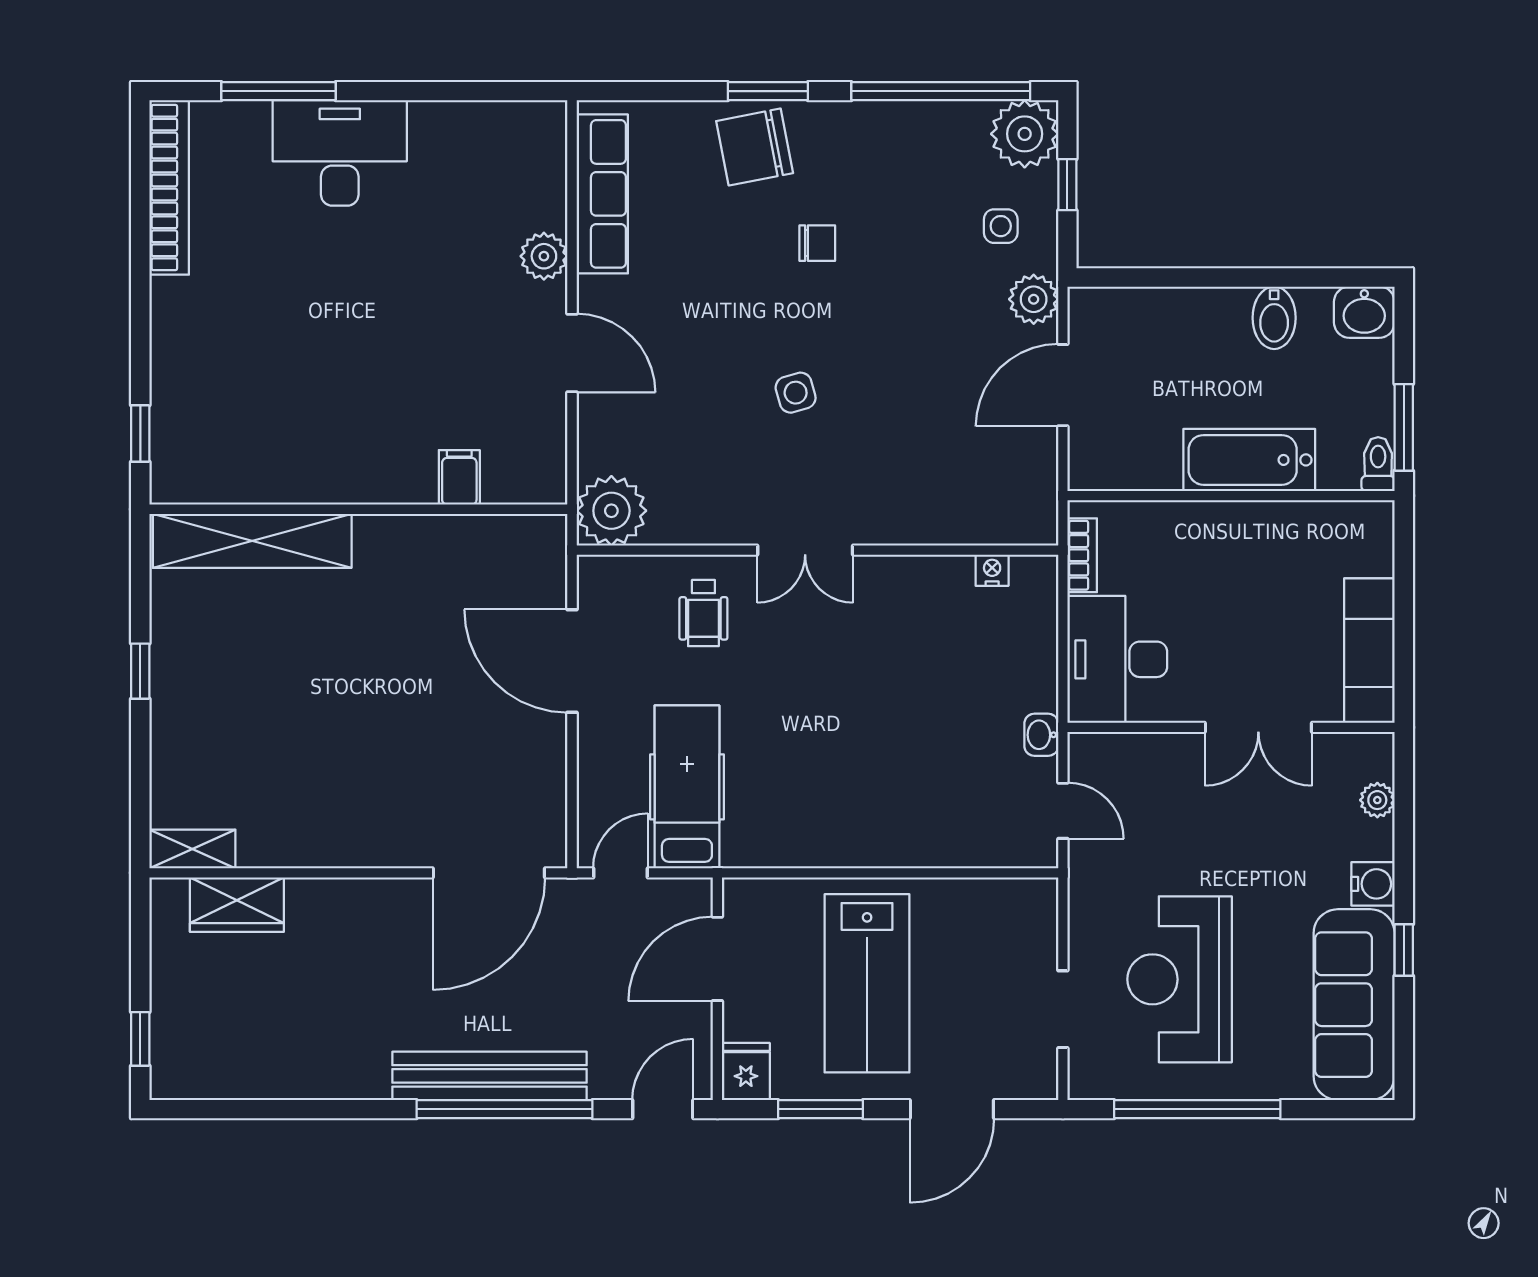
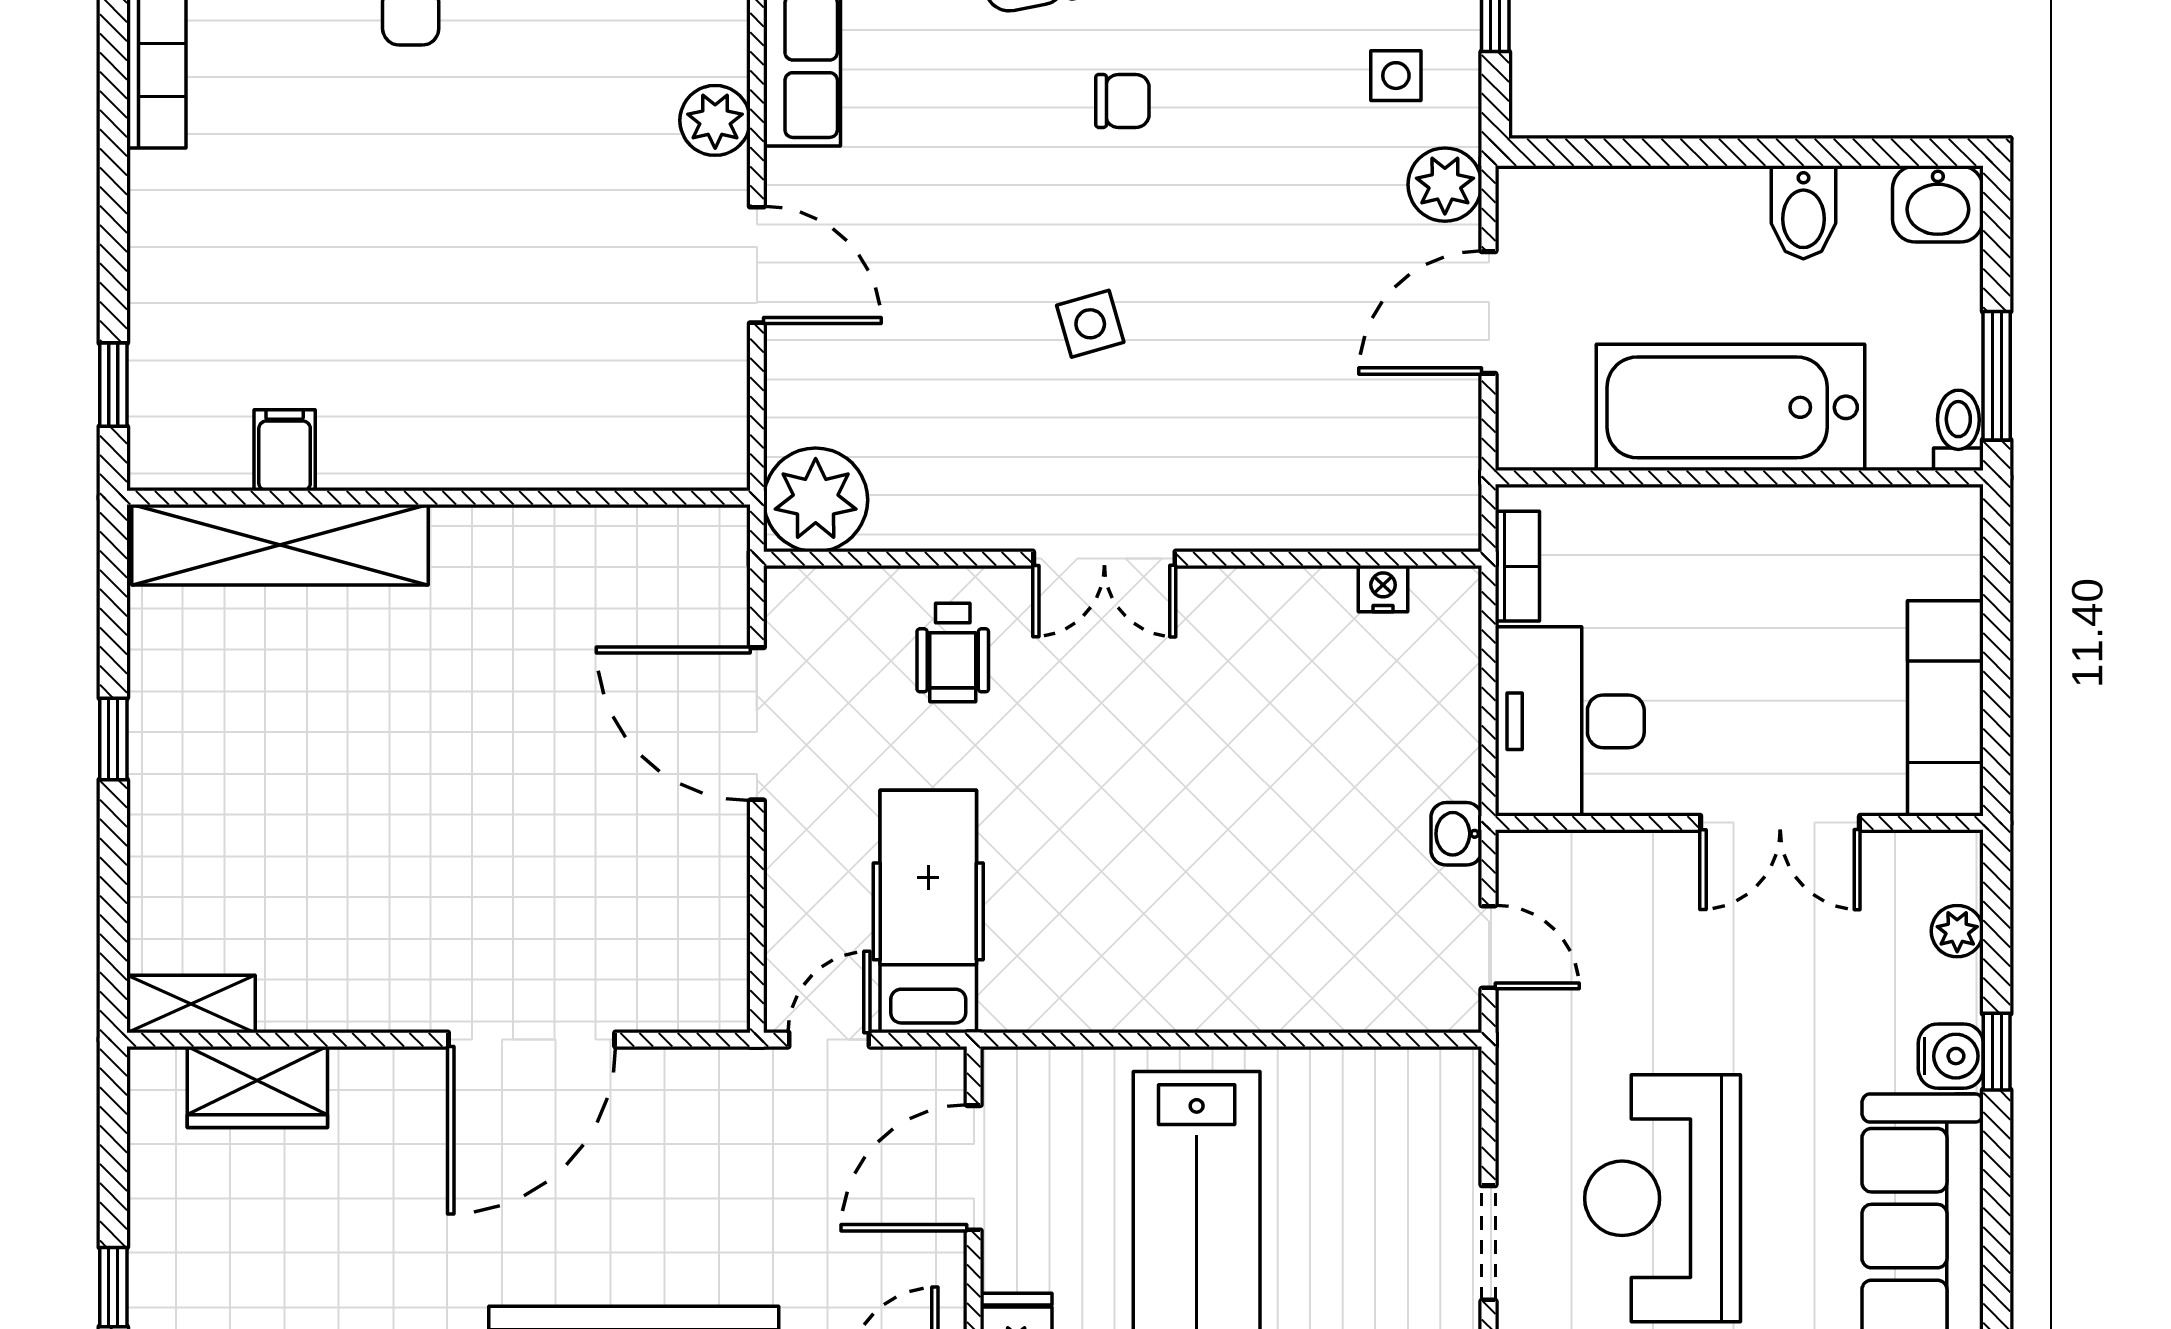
bathtub: (1249, 460) -> (1731, 407), width x1.36, depth x1.36
filing cabinet: (459, 477) -> (285, 450), moved
door: (489, 873) -> (532, 1040), moved
window: (1404, 950) -> (1997, 1052), moved

